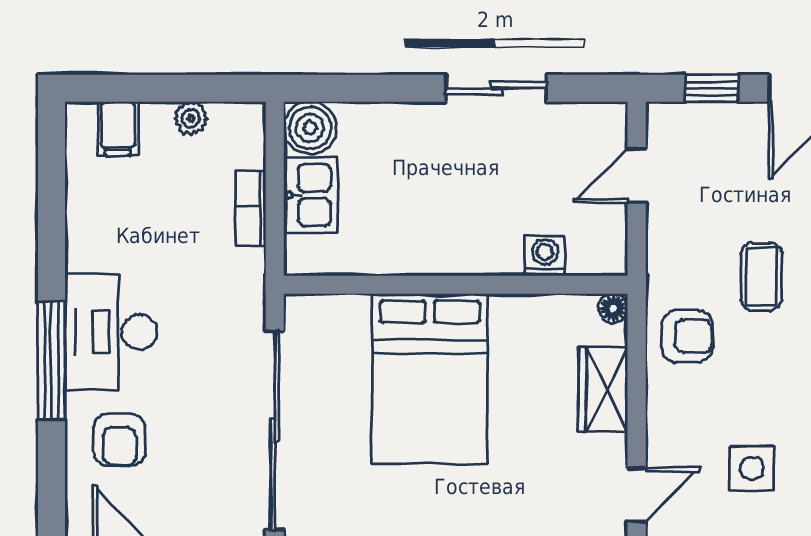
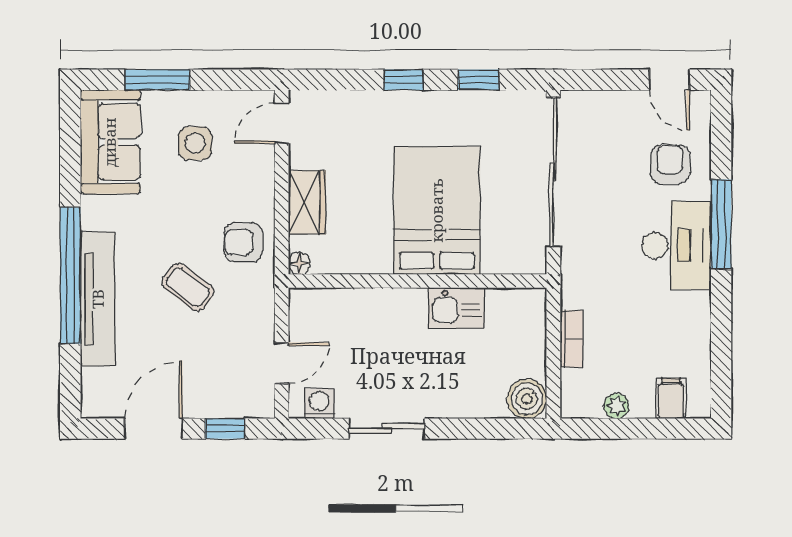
kitchen sink: (311, 195) -> (456, 308), moved, turned -90
washing machine: (545, 256) -> (319, 404), moved, turned 180
coffee table: (761, 277) -> (188, 287), turned -53

